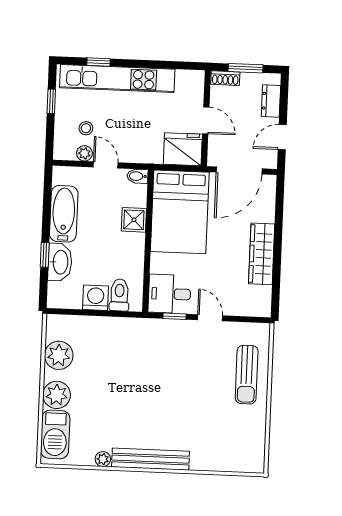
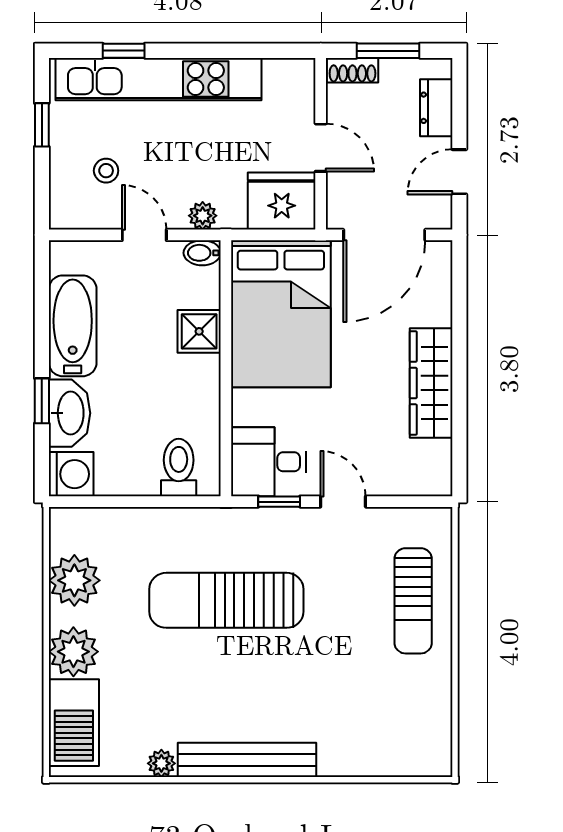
plant: (84, 153) -> (203, 216), moved
washing machine: (96, 298) -> (71, 474), moved, turned 90
sun lounger: (143, 370) -> (226, 600), added

